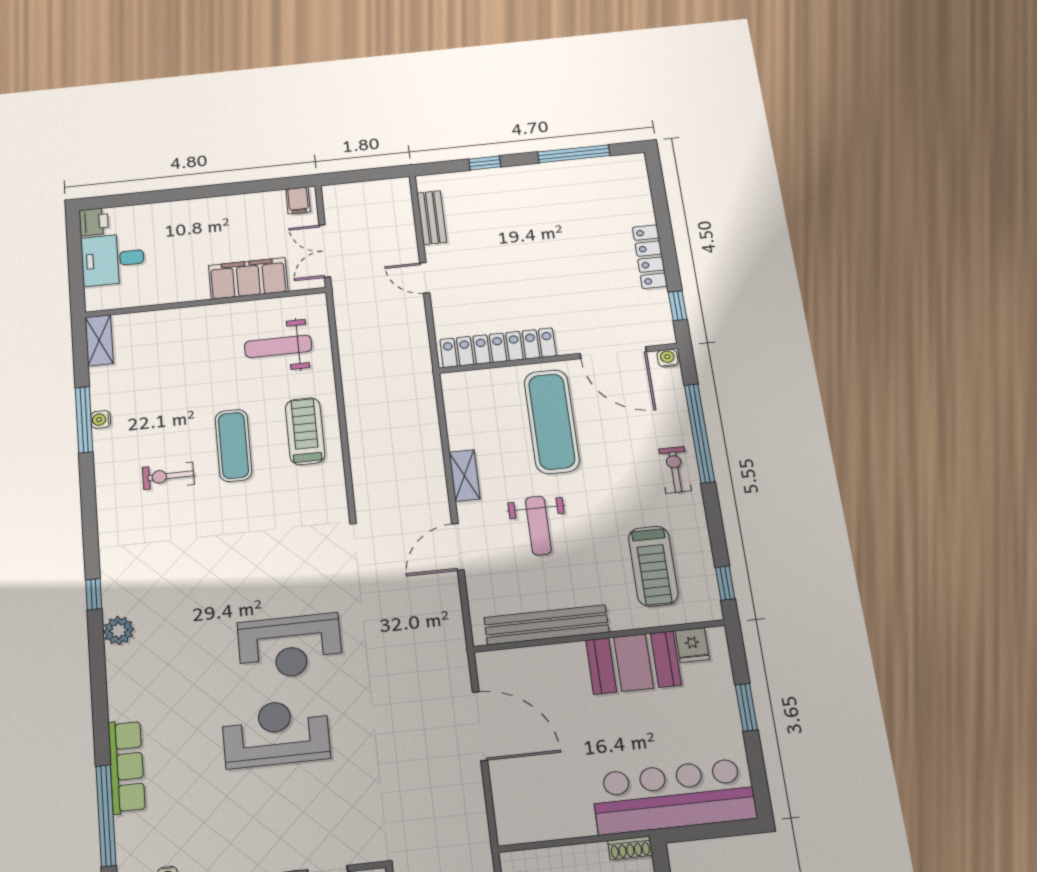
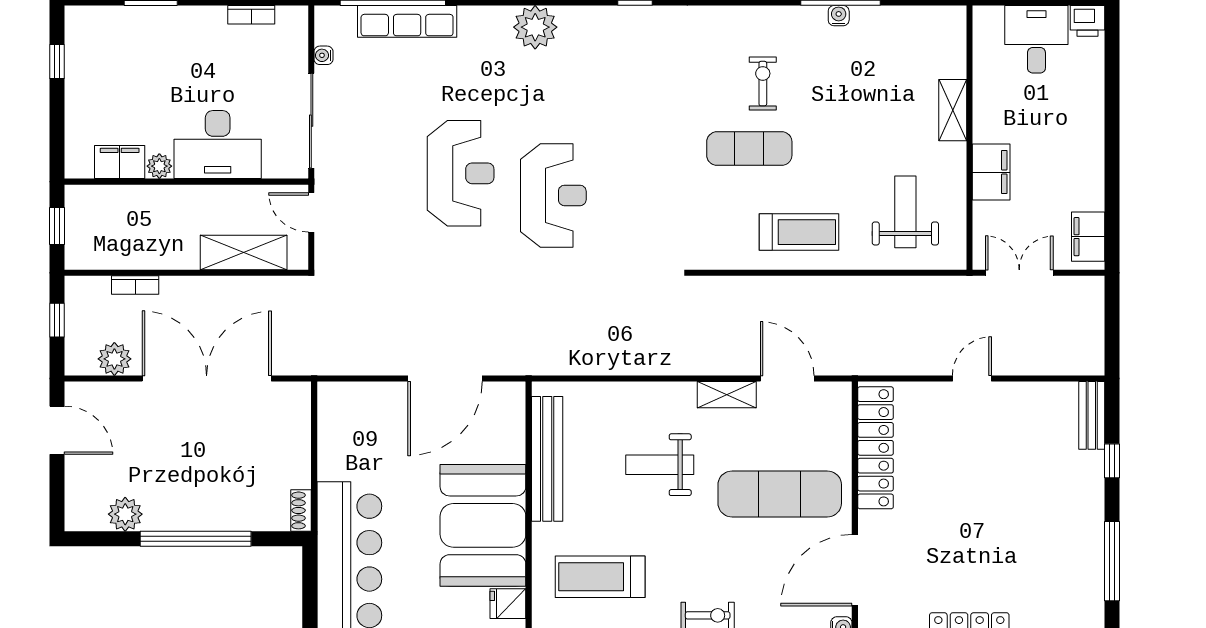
filing cabinet: (298, 200) -> (1088, 237), width x2.00
bench: (432, 218) -> (1092, 415), moved, turned 90
filing cabinet: (248, 278) -> (991, 172), width x0.67, depth x0.86
shelving: (99, 340) -> (953, 110), moved, turned 90
exercise mat: (233, 445) -> (749, 149), moved
door: (458, 547) -> (787, 378), moved
plant: (119, 630) -> (535, 27), moved, width x1.36, depth x1.36
reception desk: (290, 646) -> (553, 195), turned 180
booth: (634, 663) -> (483, 525), width x1.36, depth x1.42
row of seats: (127, 767) -> (407, 21), moved

